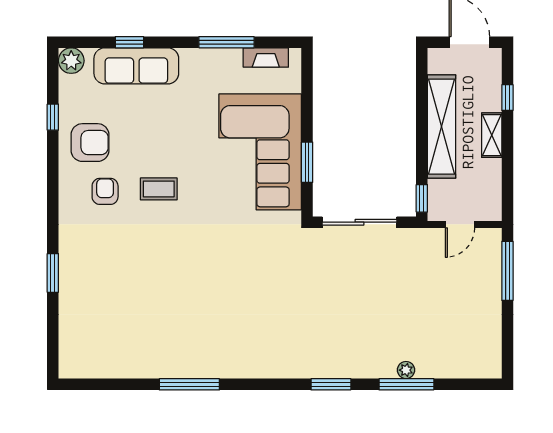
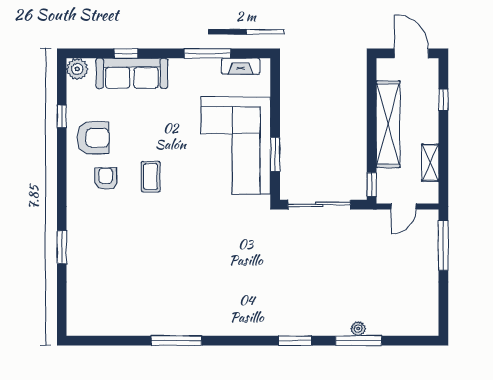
shelving: (492, 135) -> (430, 163), moved
coffee table: (159, 189) -> (151, 177), turned 90

